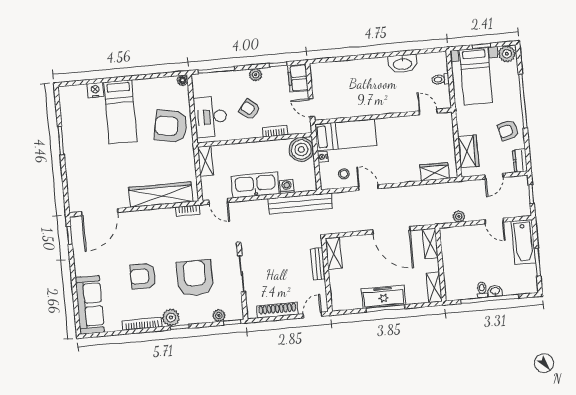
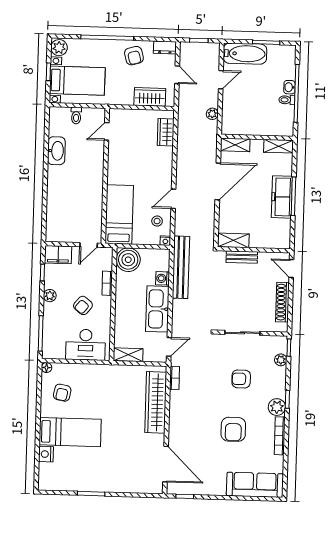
armchair: (171, 126) -> (62, 393), moved, width x0.53, depth x0.53
nightstand: (323, 157) -> (165, 241), moved
armchair: (195, 278) -> (241, 379), width x0.53, depth x0.53

